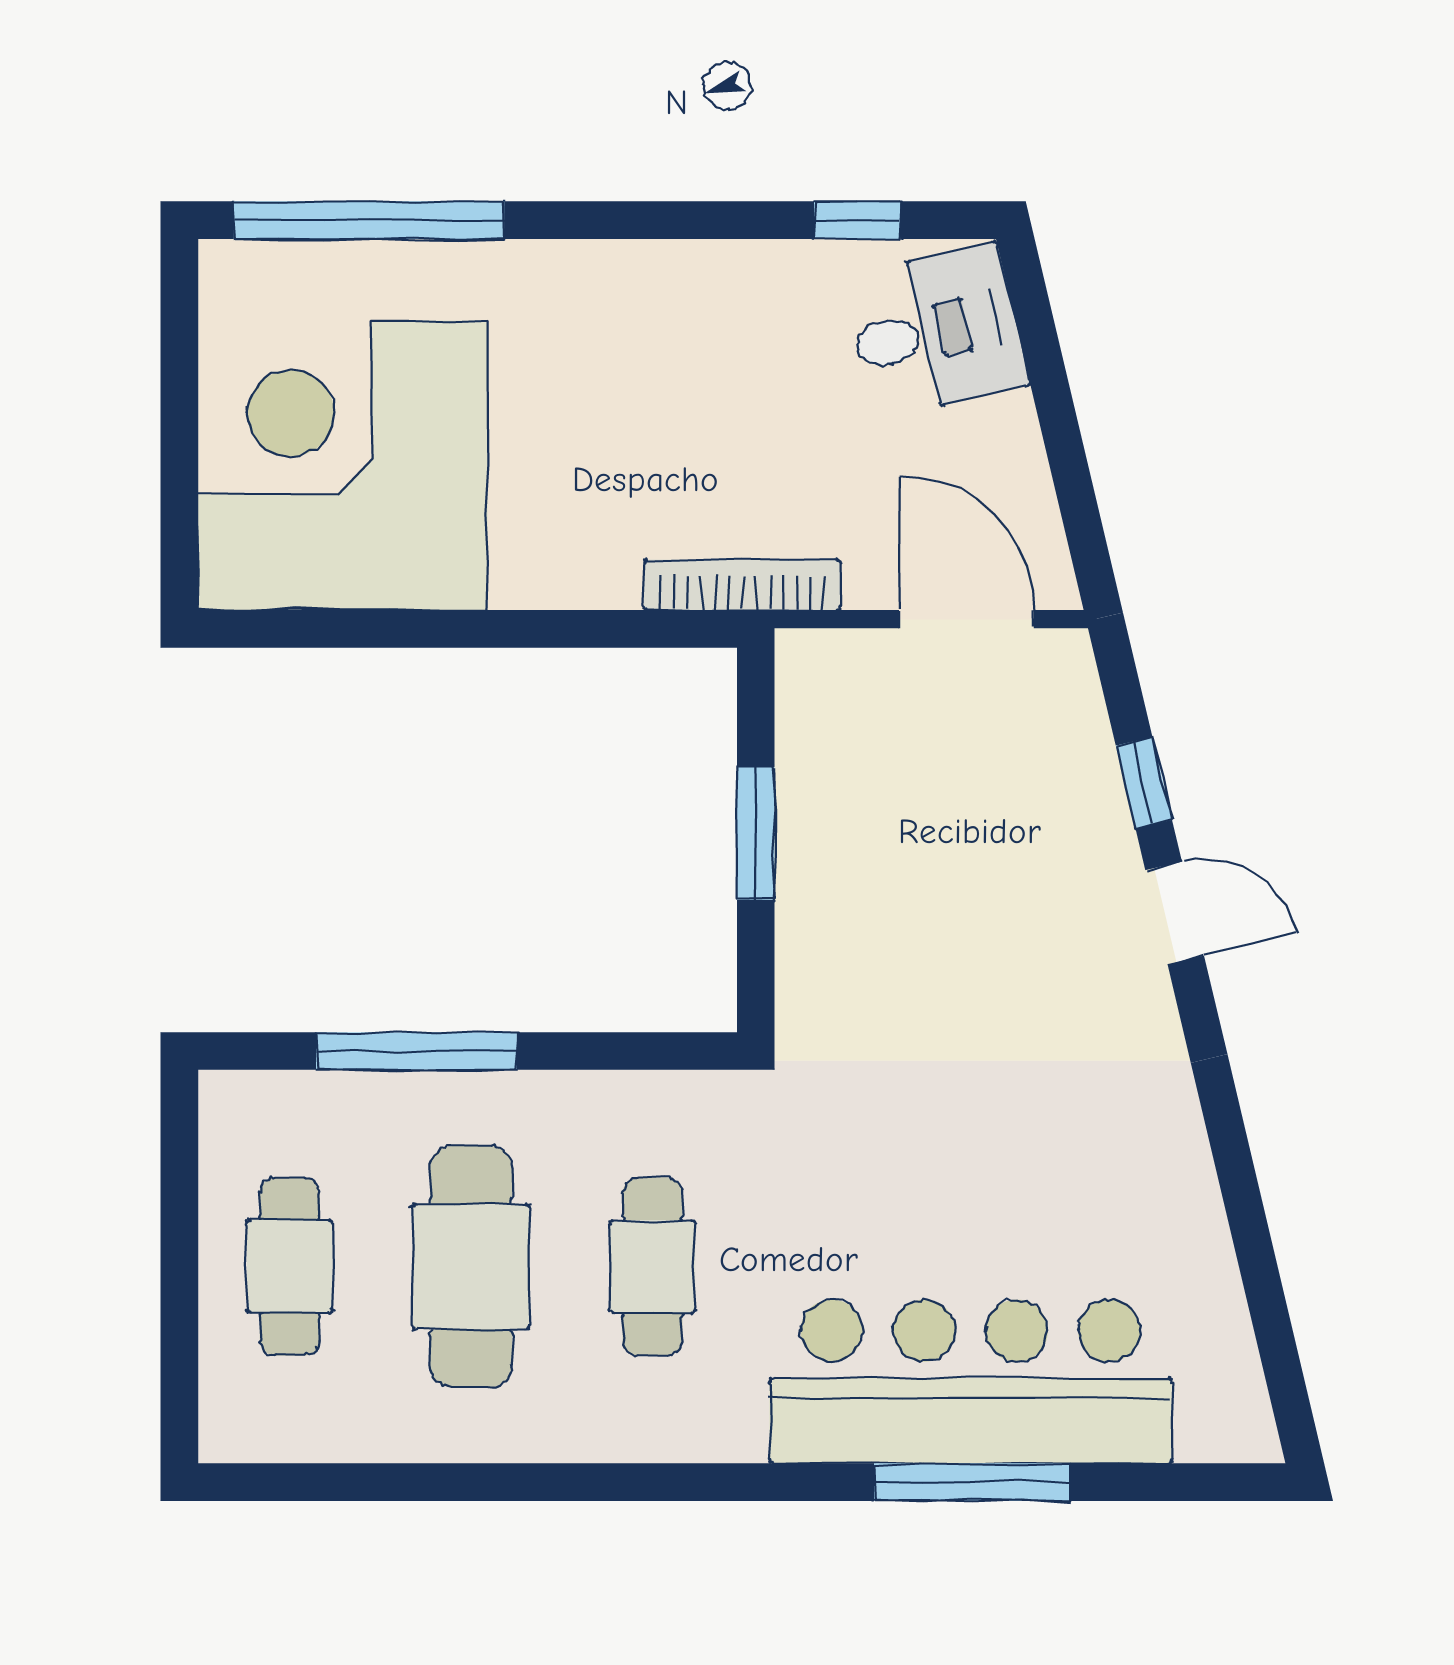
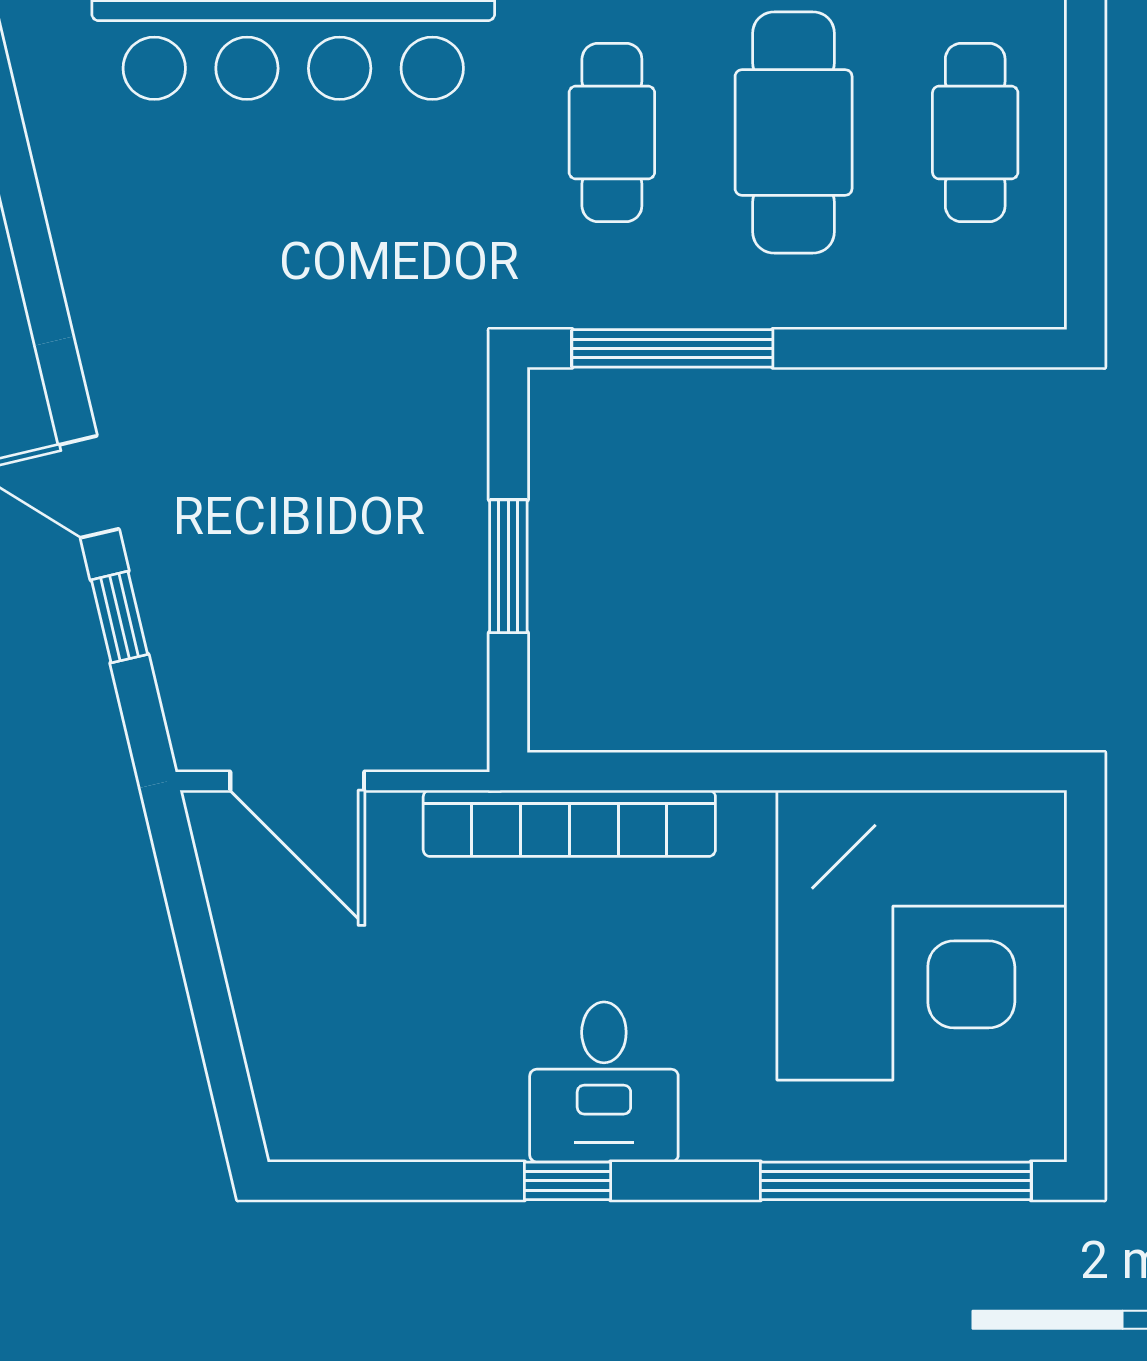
window: (857, 220) -> (567, 1181), moved
desk: (936, 331) -> (604, 1082), moved, turned -77
bookcase: (742, 585) -> (569, 823), width x1.48, depth x1.31
window: (416, 1051) -> (672, 348), moved

